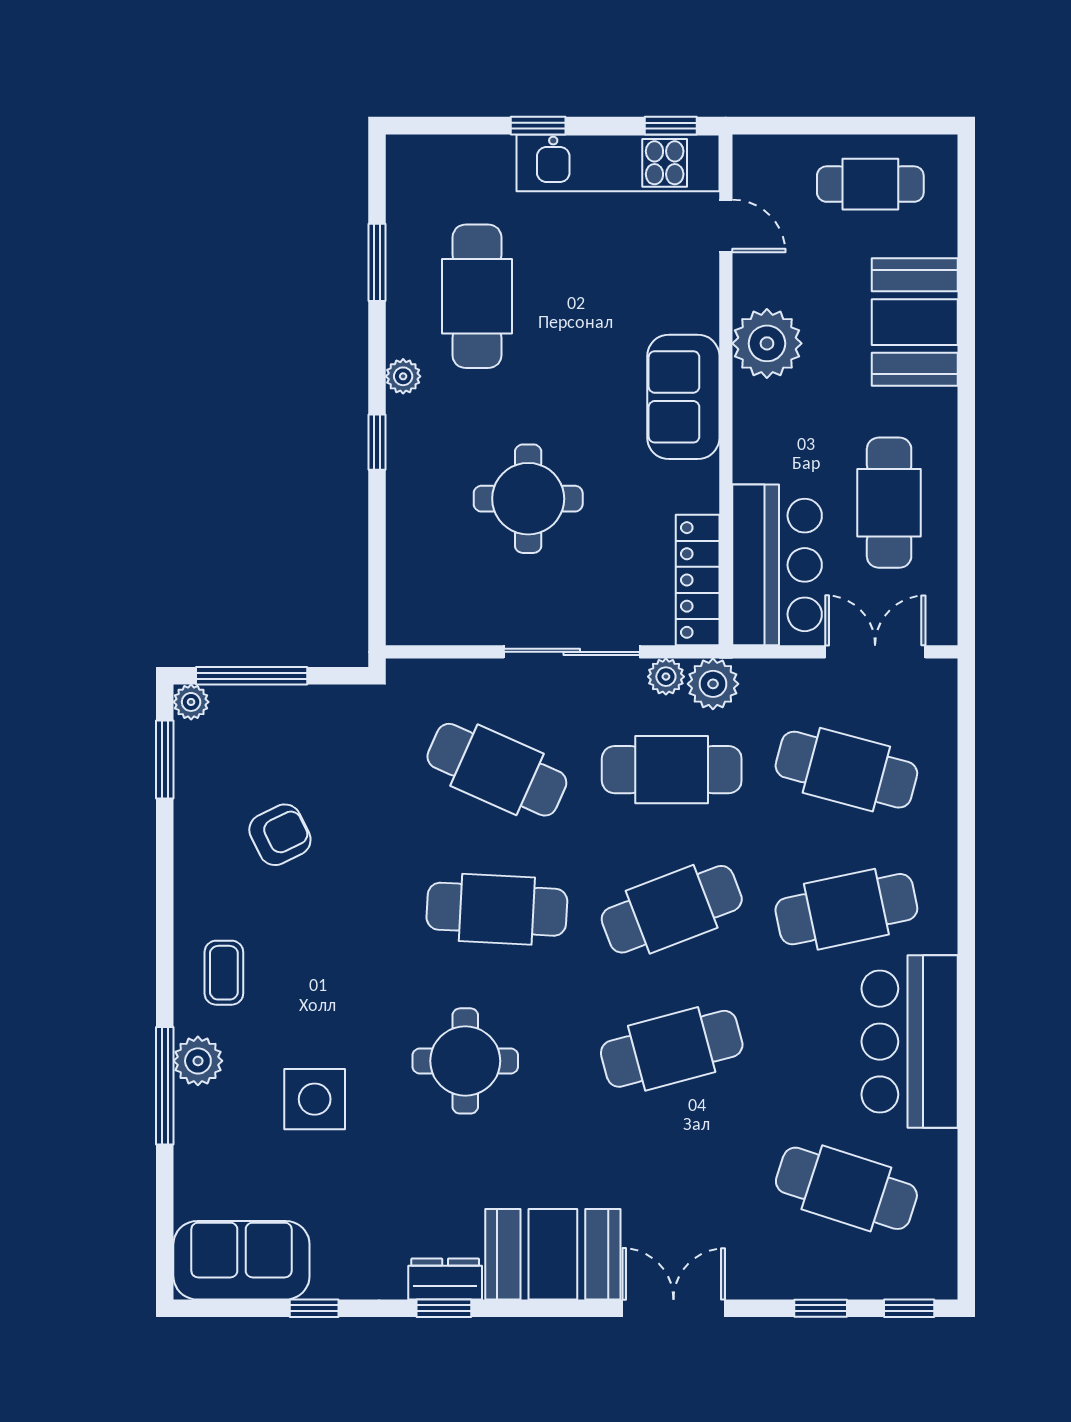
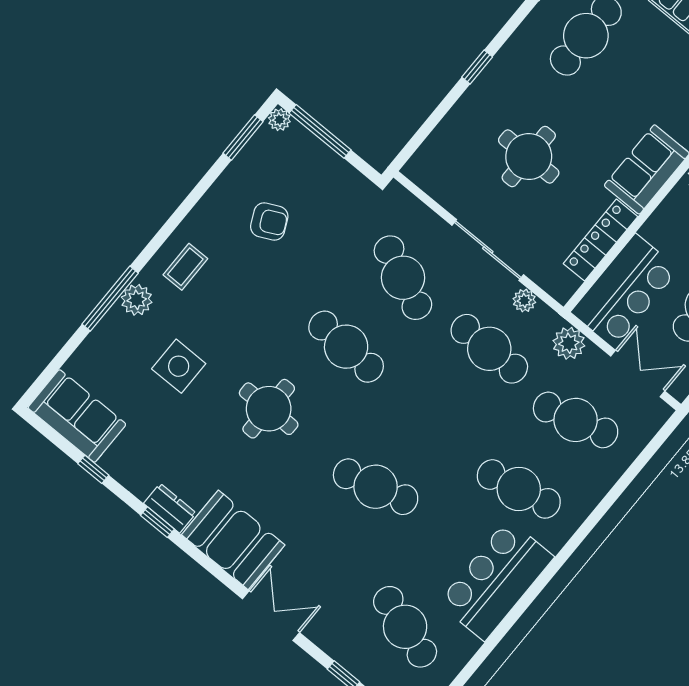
plant: (403, 376) -> (517, 45), removed
locker: (698, 580) -> (600, 240), moved
plant: (713, 684) -> (569, 343), moved
cafe table: (846, 770) -> (576, 420), turned -30
cafe table: (672, 909) -> (432, 418), removed

